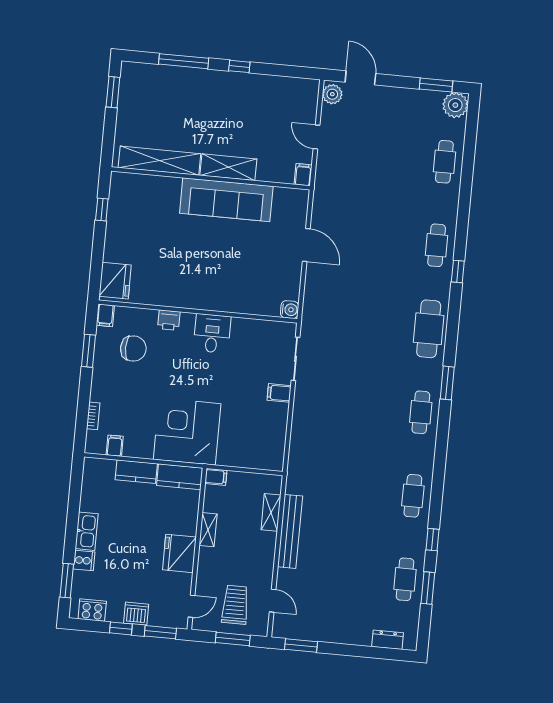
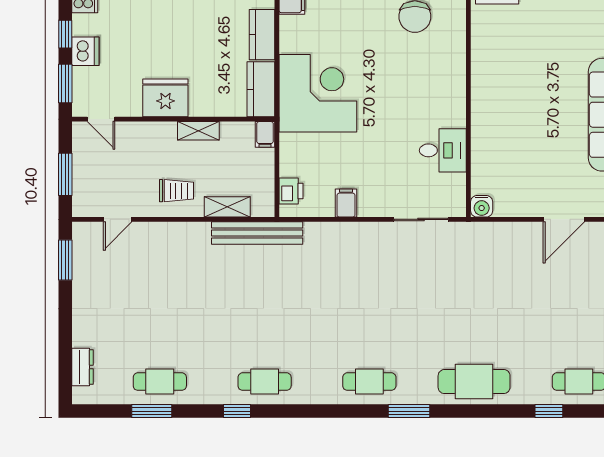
printer: (169, 320) -> (291, 191), moved, turned 180
desk: (212, 333) -> (443, 150), moved
filing cabinet: (279, 393) -> (346, 203), moved
bench: (290, 531) -> (257, 233), moved
window: (432, 540) -> (237, 411), moved
trolley: (235, 605) -> (176, 191), moved, width x0.73, depth x0.72

